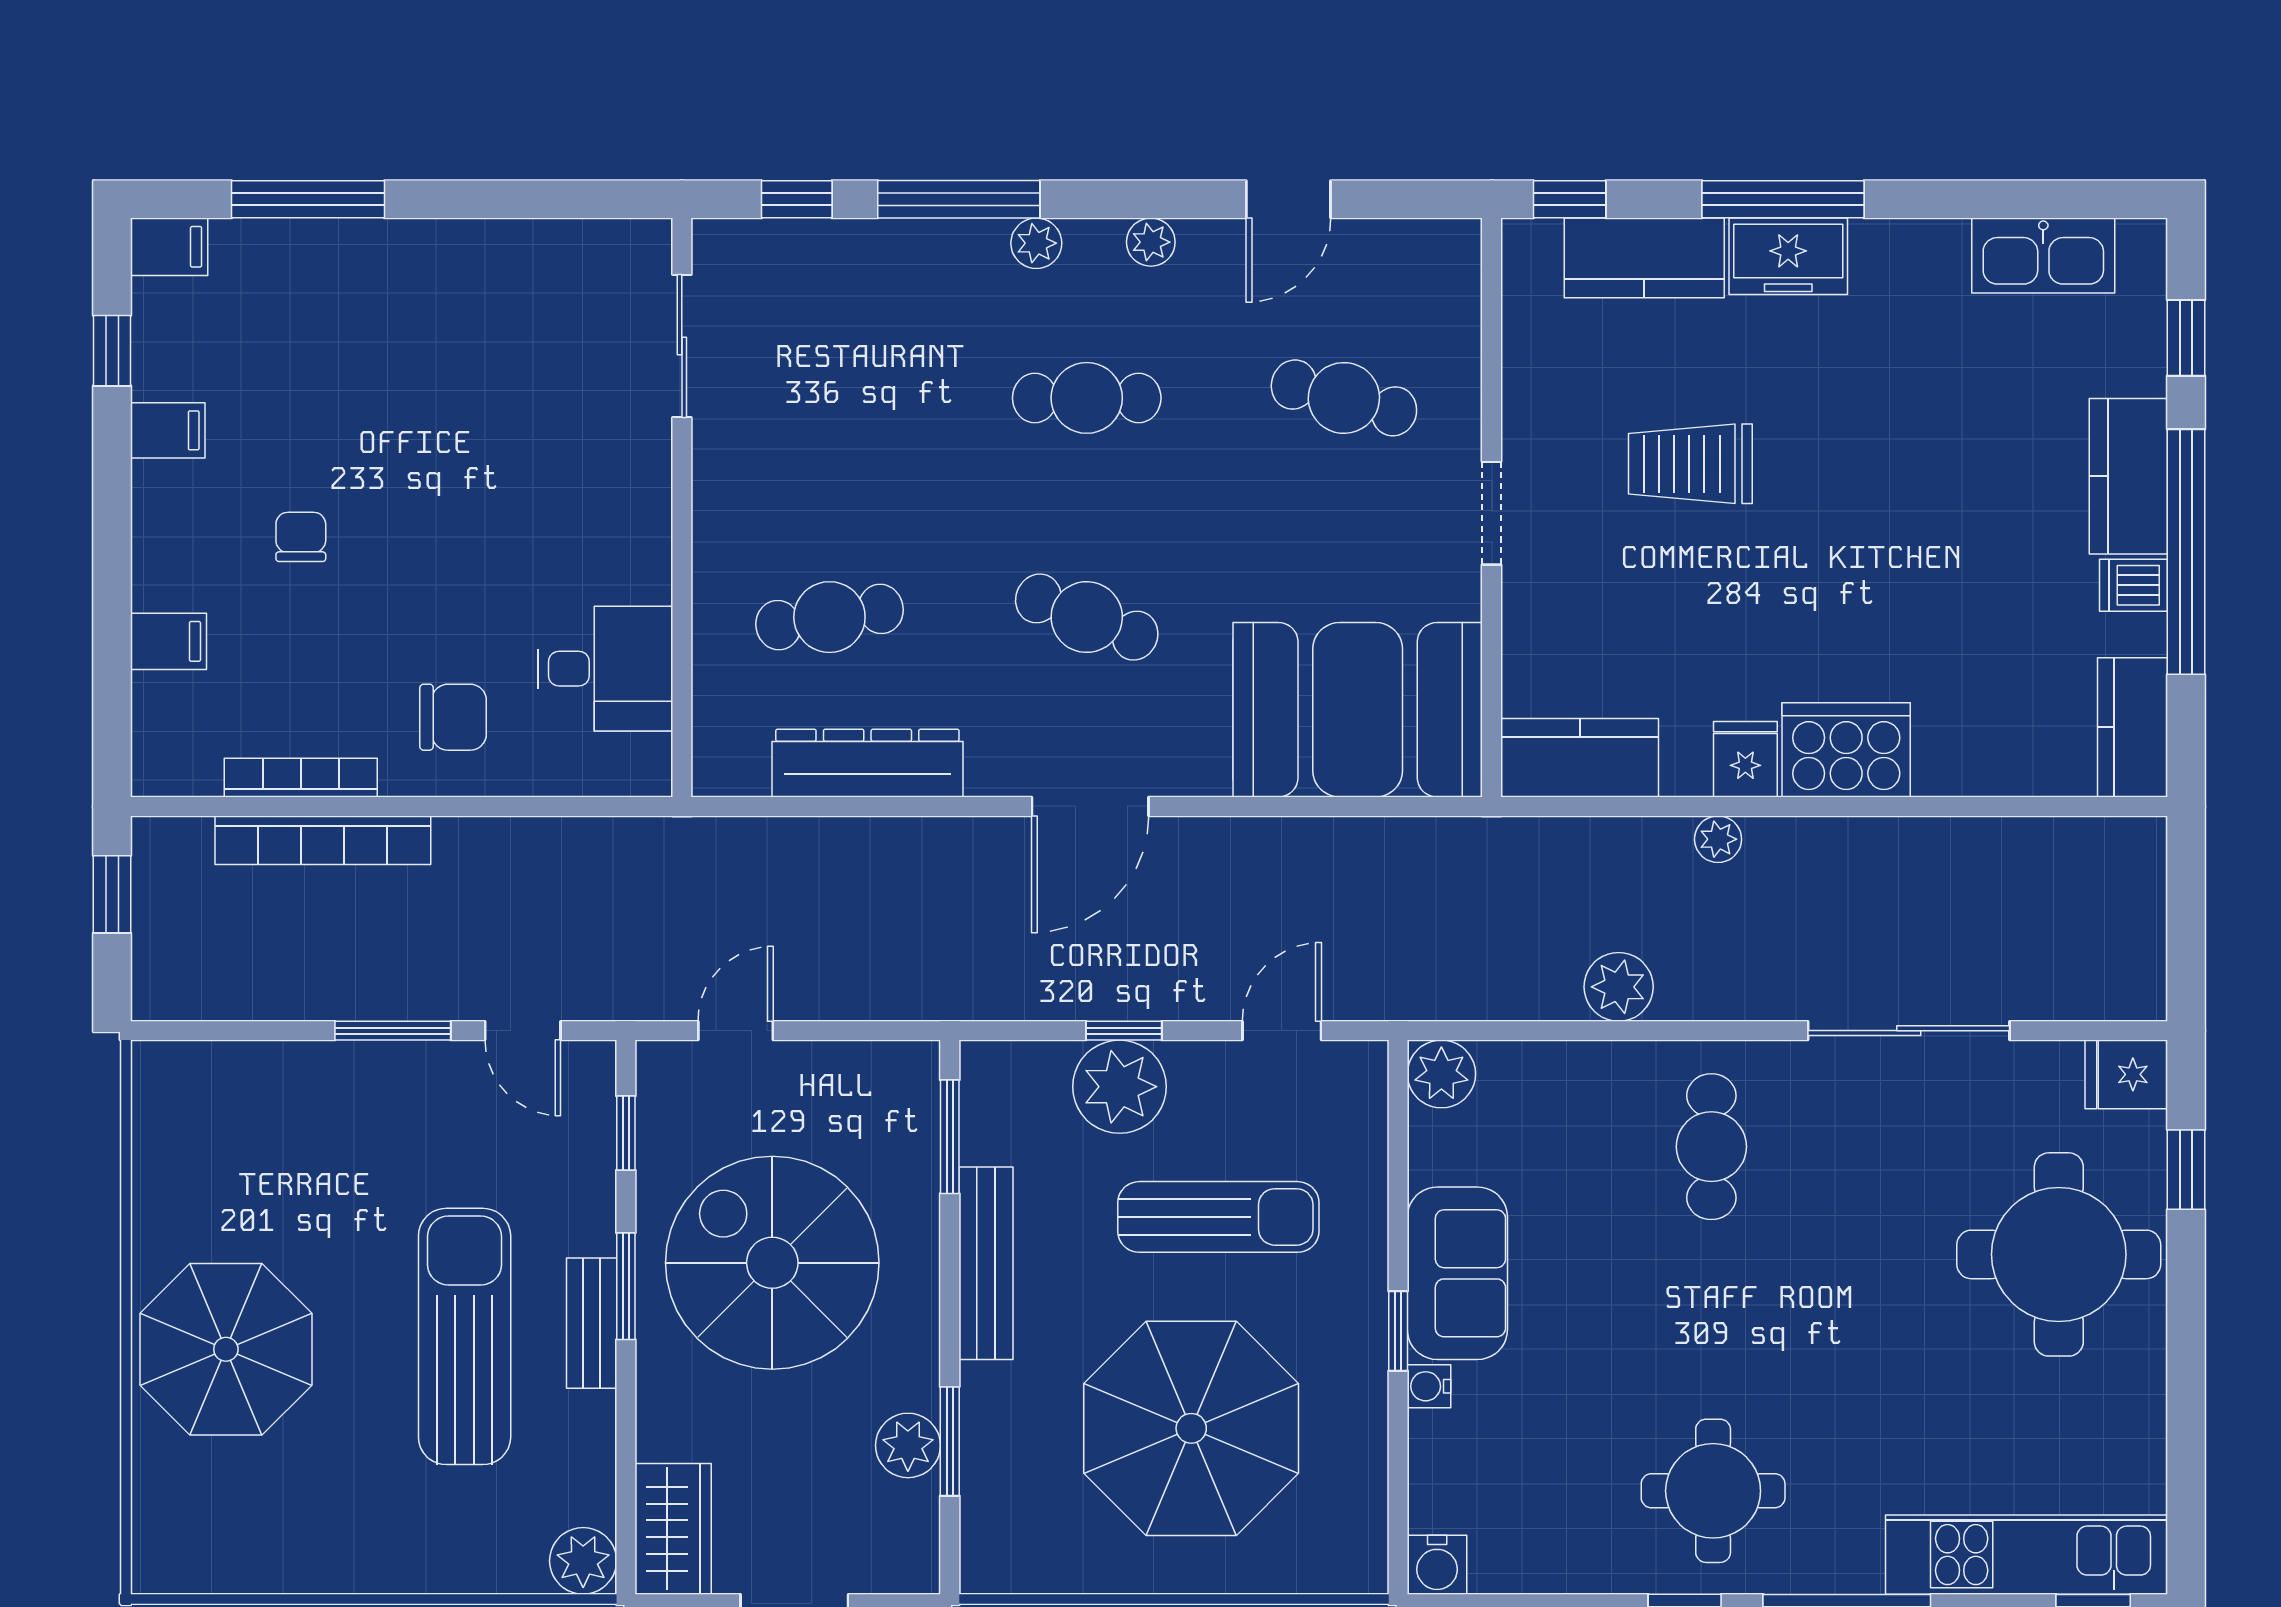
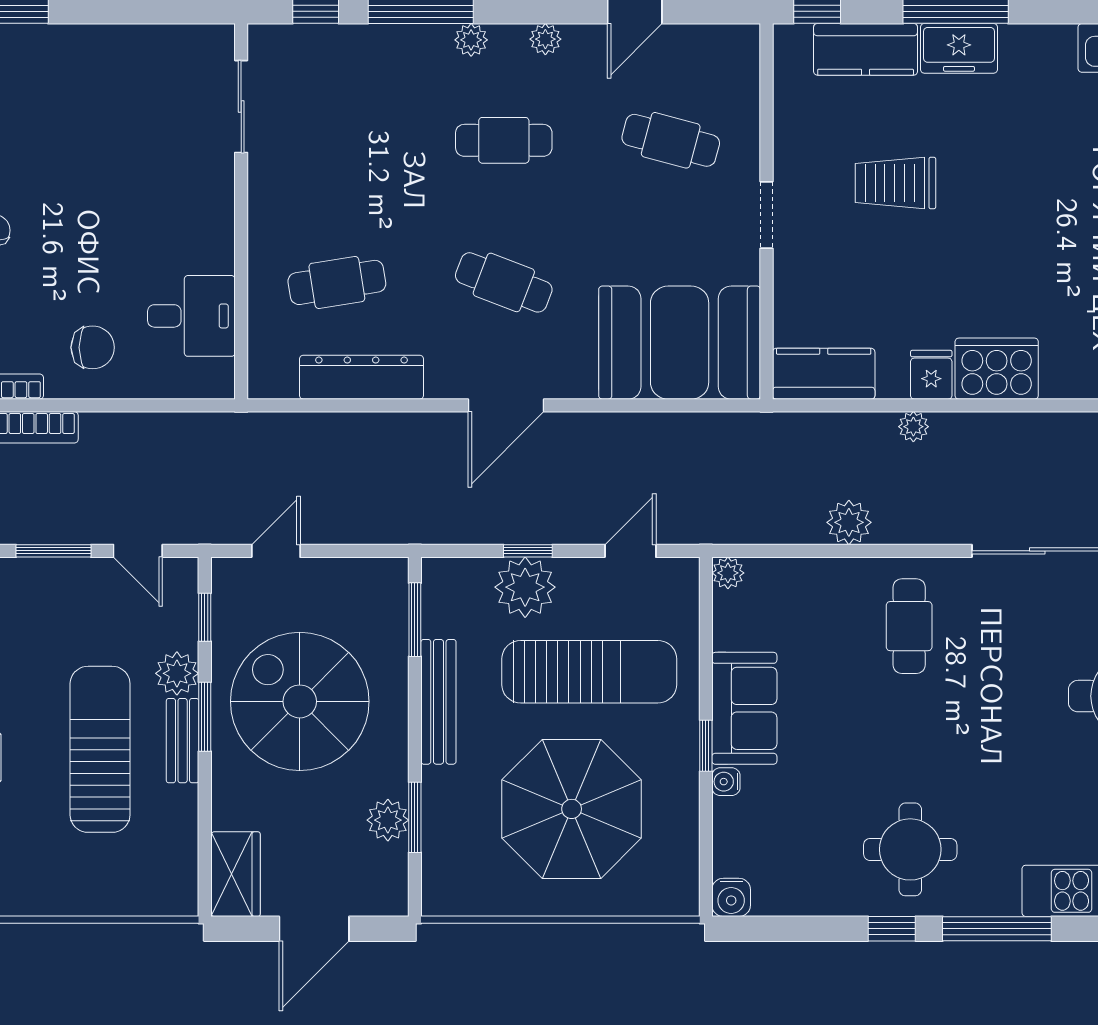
plant: (1441, 1074) -> (728, 573), width x0.73, depth x0.73
sun lounger: (1218, 1217) -> (589, 672), width x1.36, depth x1.34
plant: (583, 1561) -> (177, 673), moved

